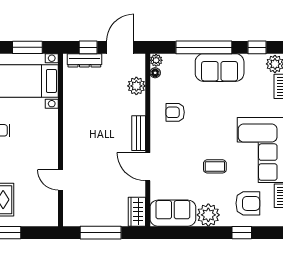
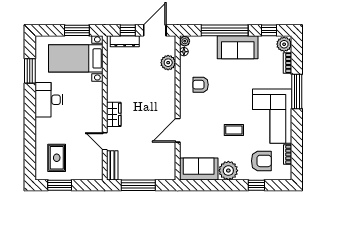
bench: (139, 133) -> (112, 165), moved
door: (148, 167) -> (178, 130), hinge flipped
wardrobe: (137, 212) -> (114, 114), moved, turned 180

